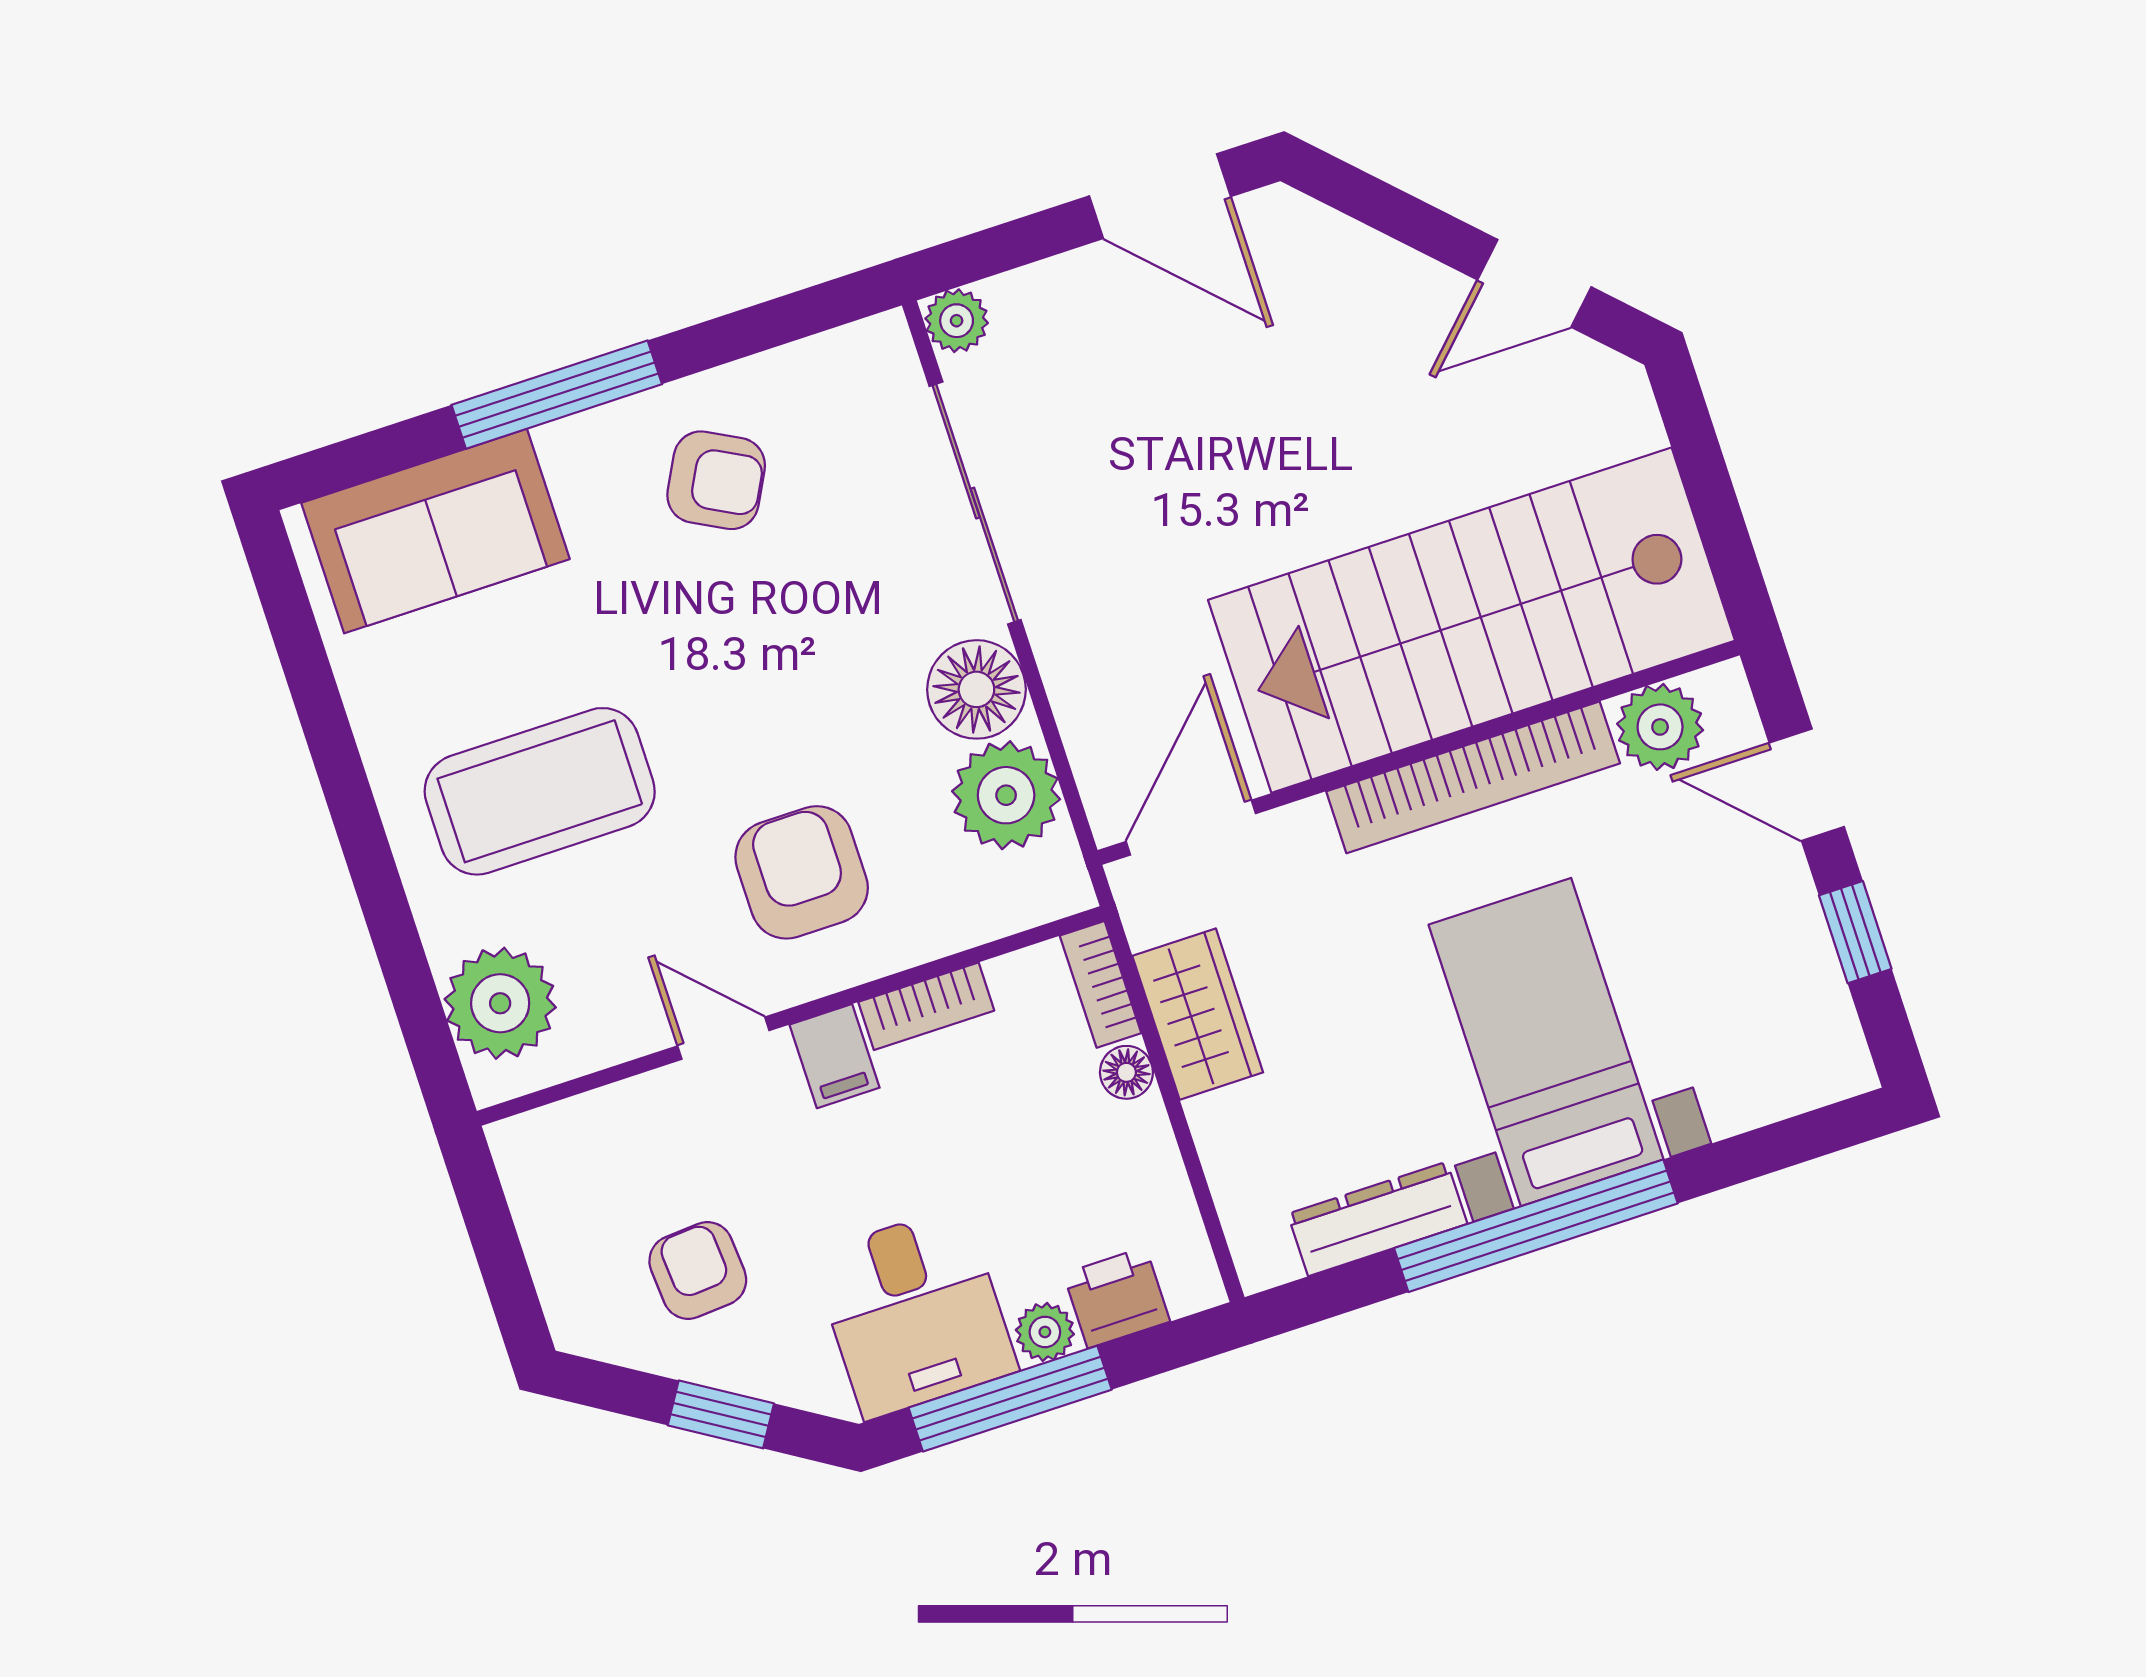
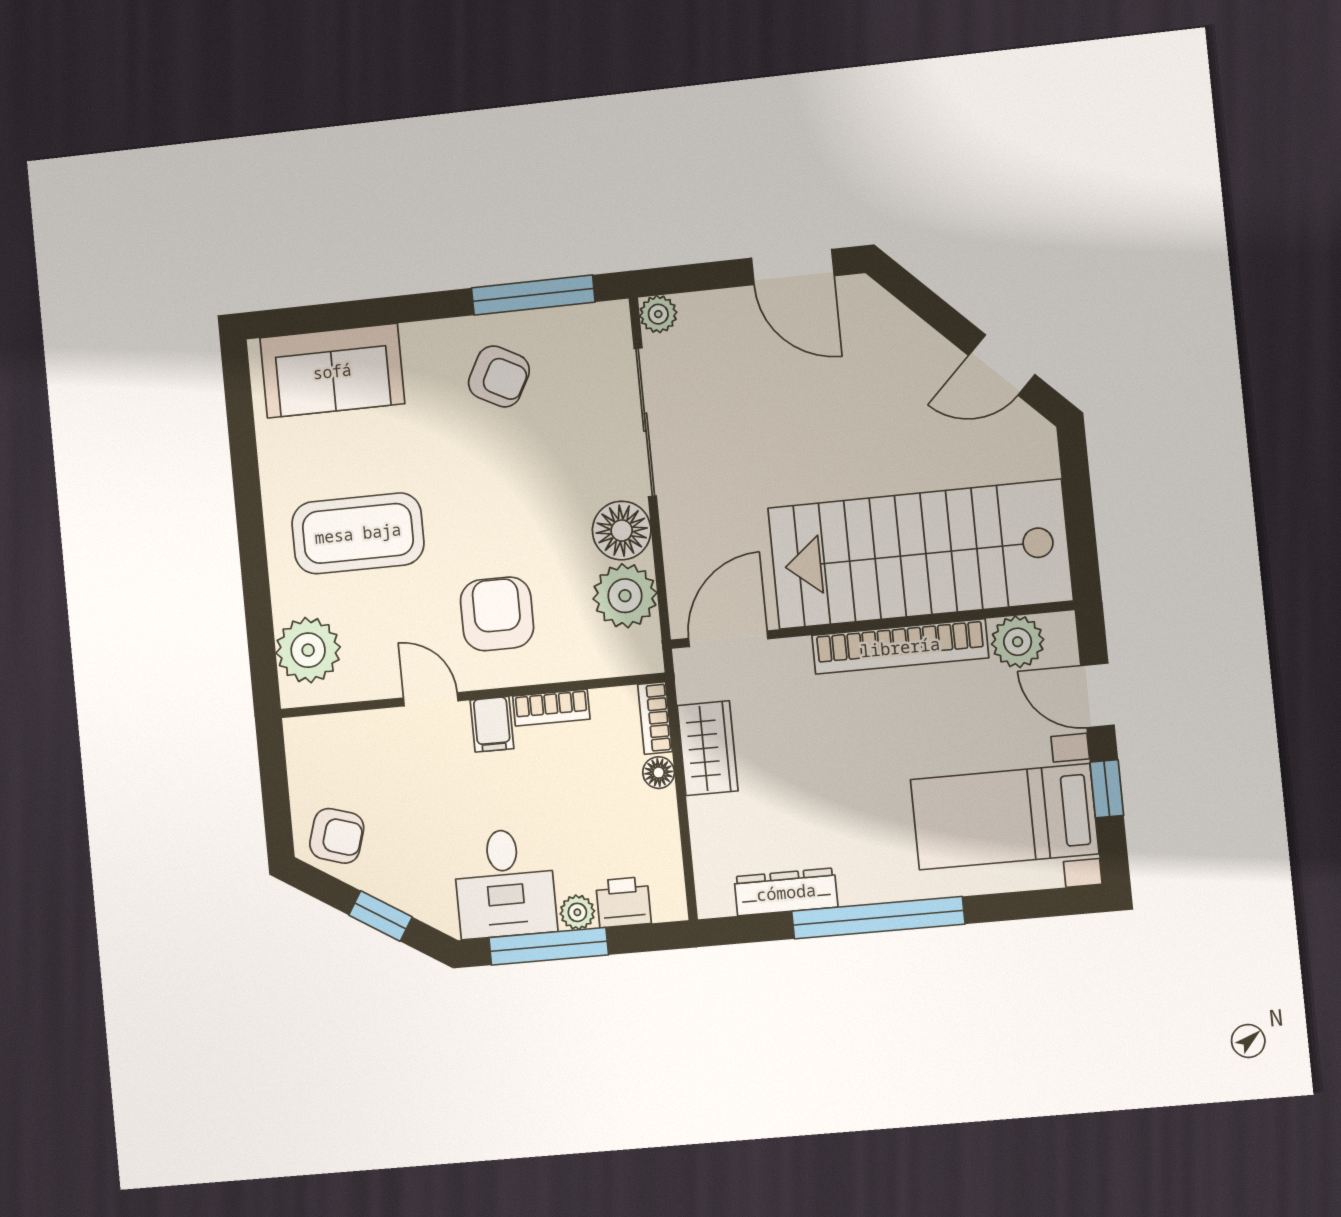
window: (557, 395) -> (533, 295), moved
bed with nightstands: (1546, 1042) -> (1004, 817), moved, turned -90
armchair: (698, 1270) -> (337, 836), moved, turned 111

